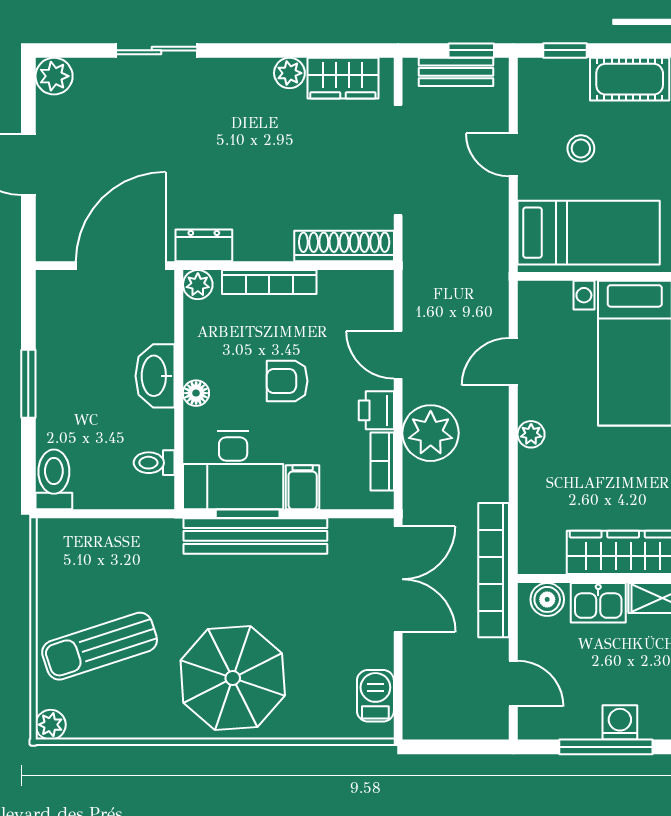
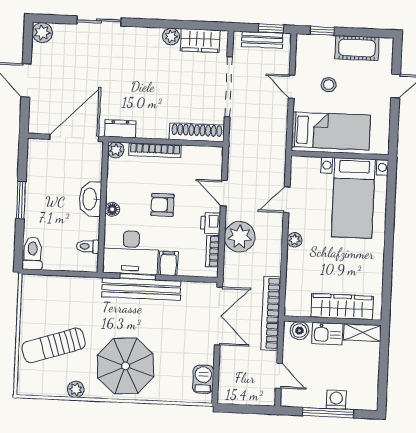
plant: (51, 725) -> (76, 389), moved

